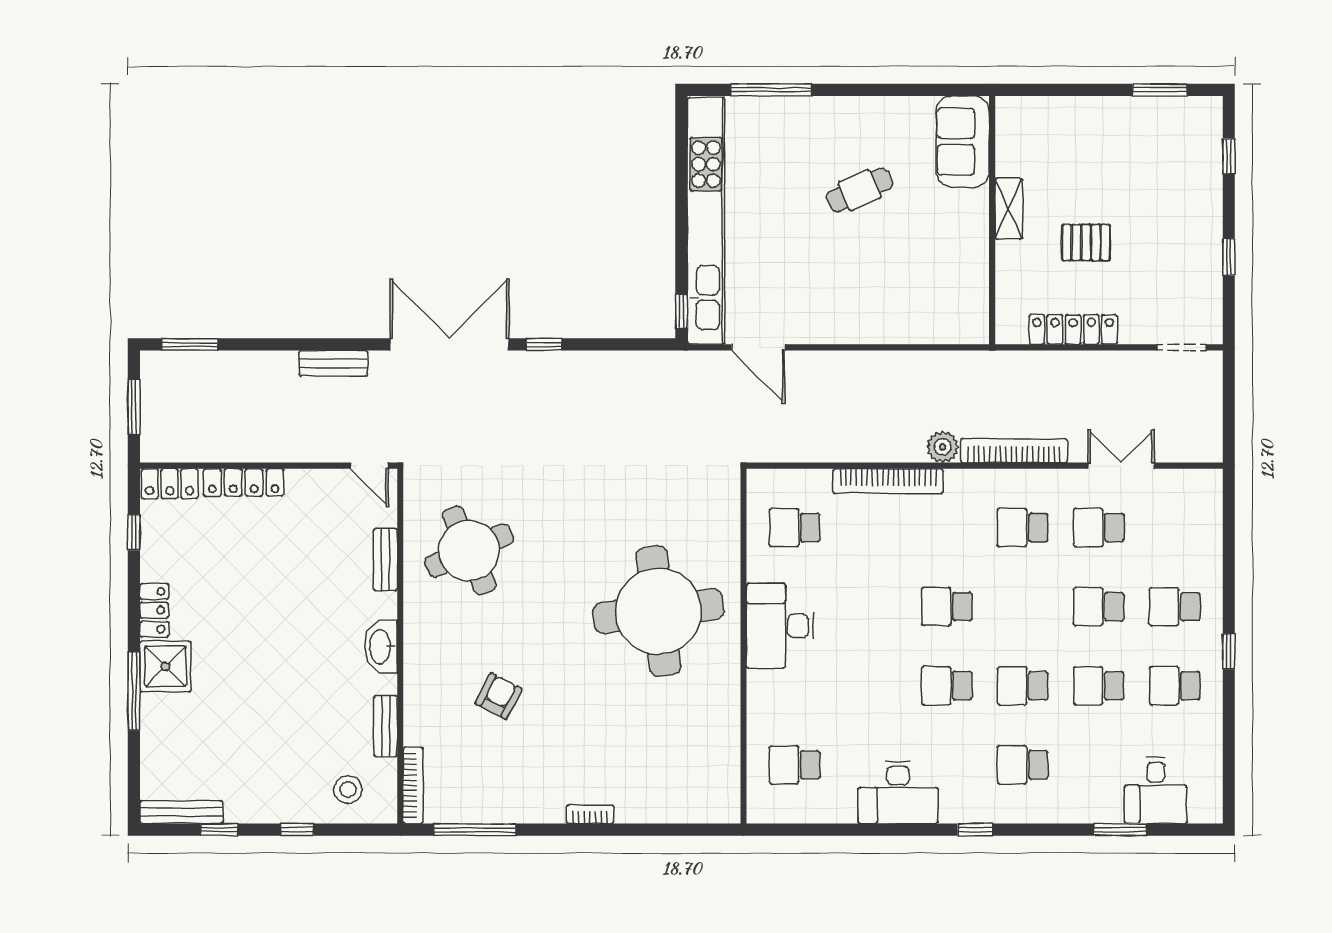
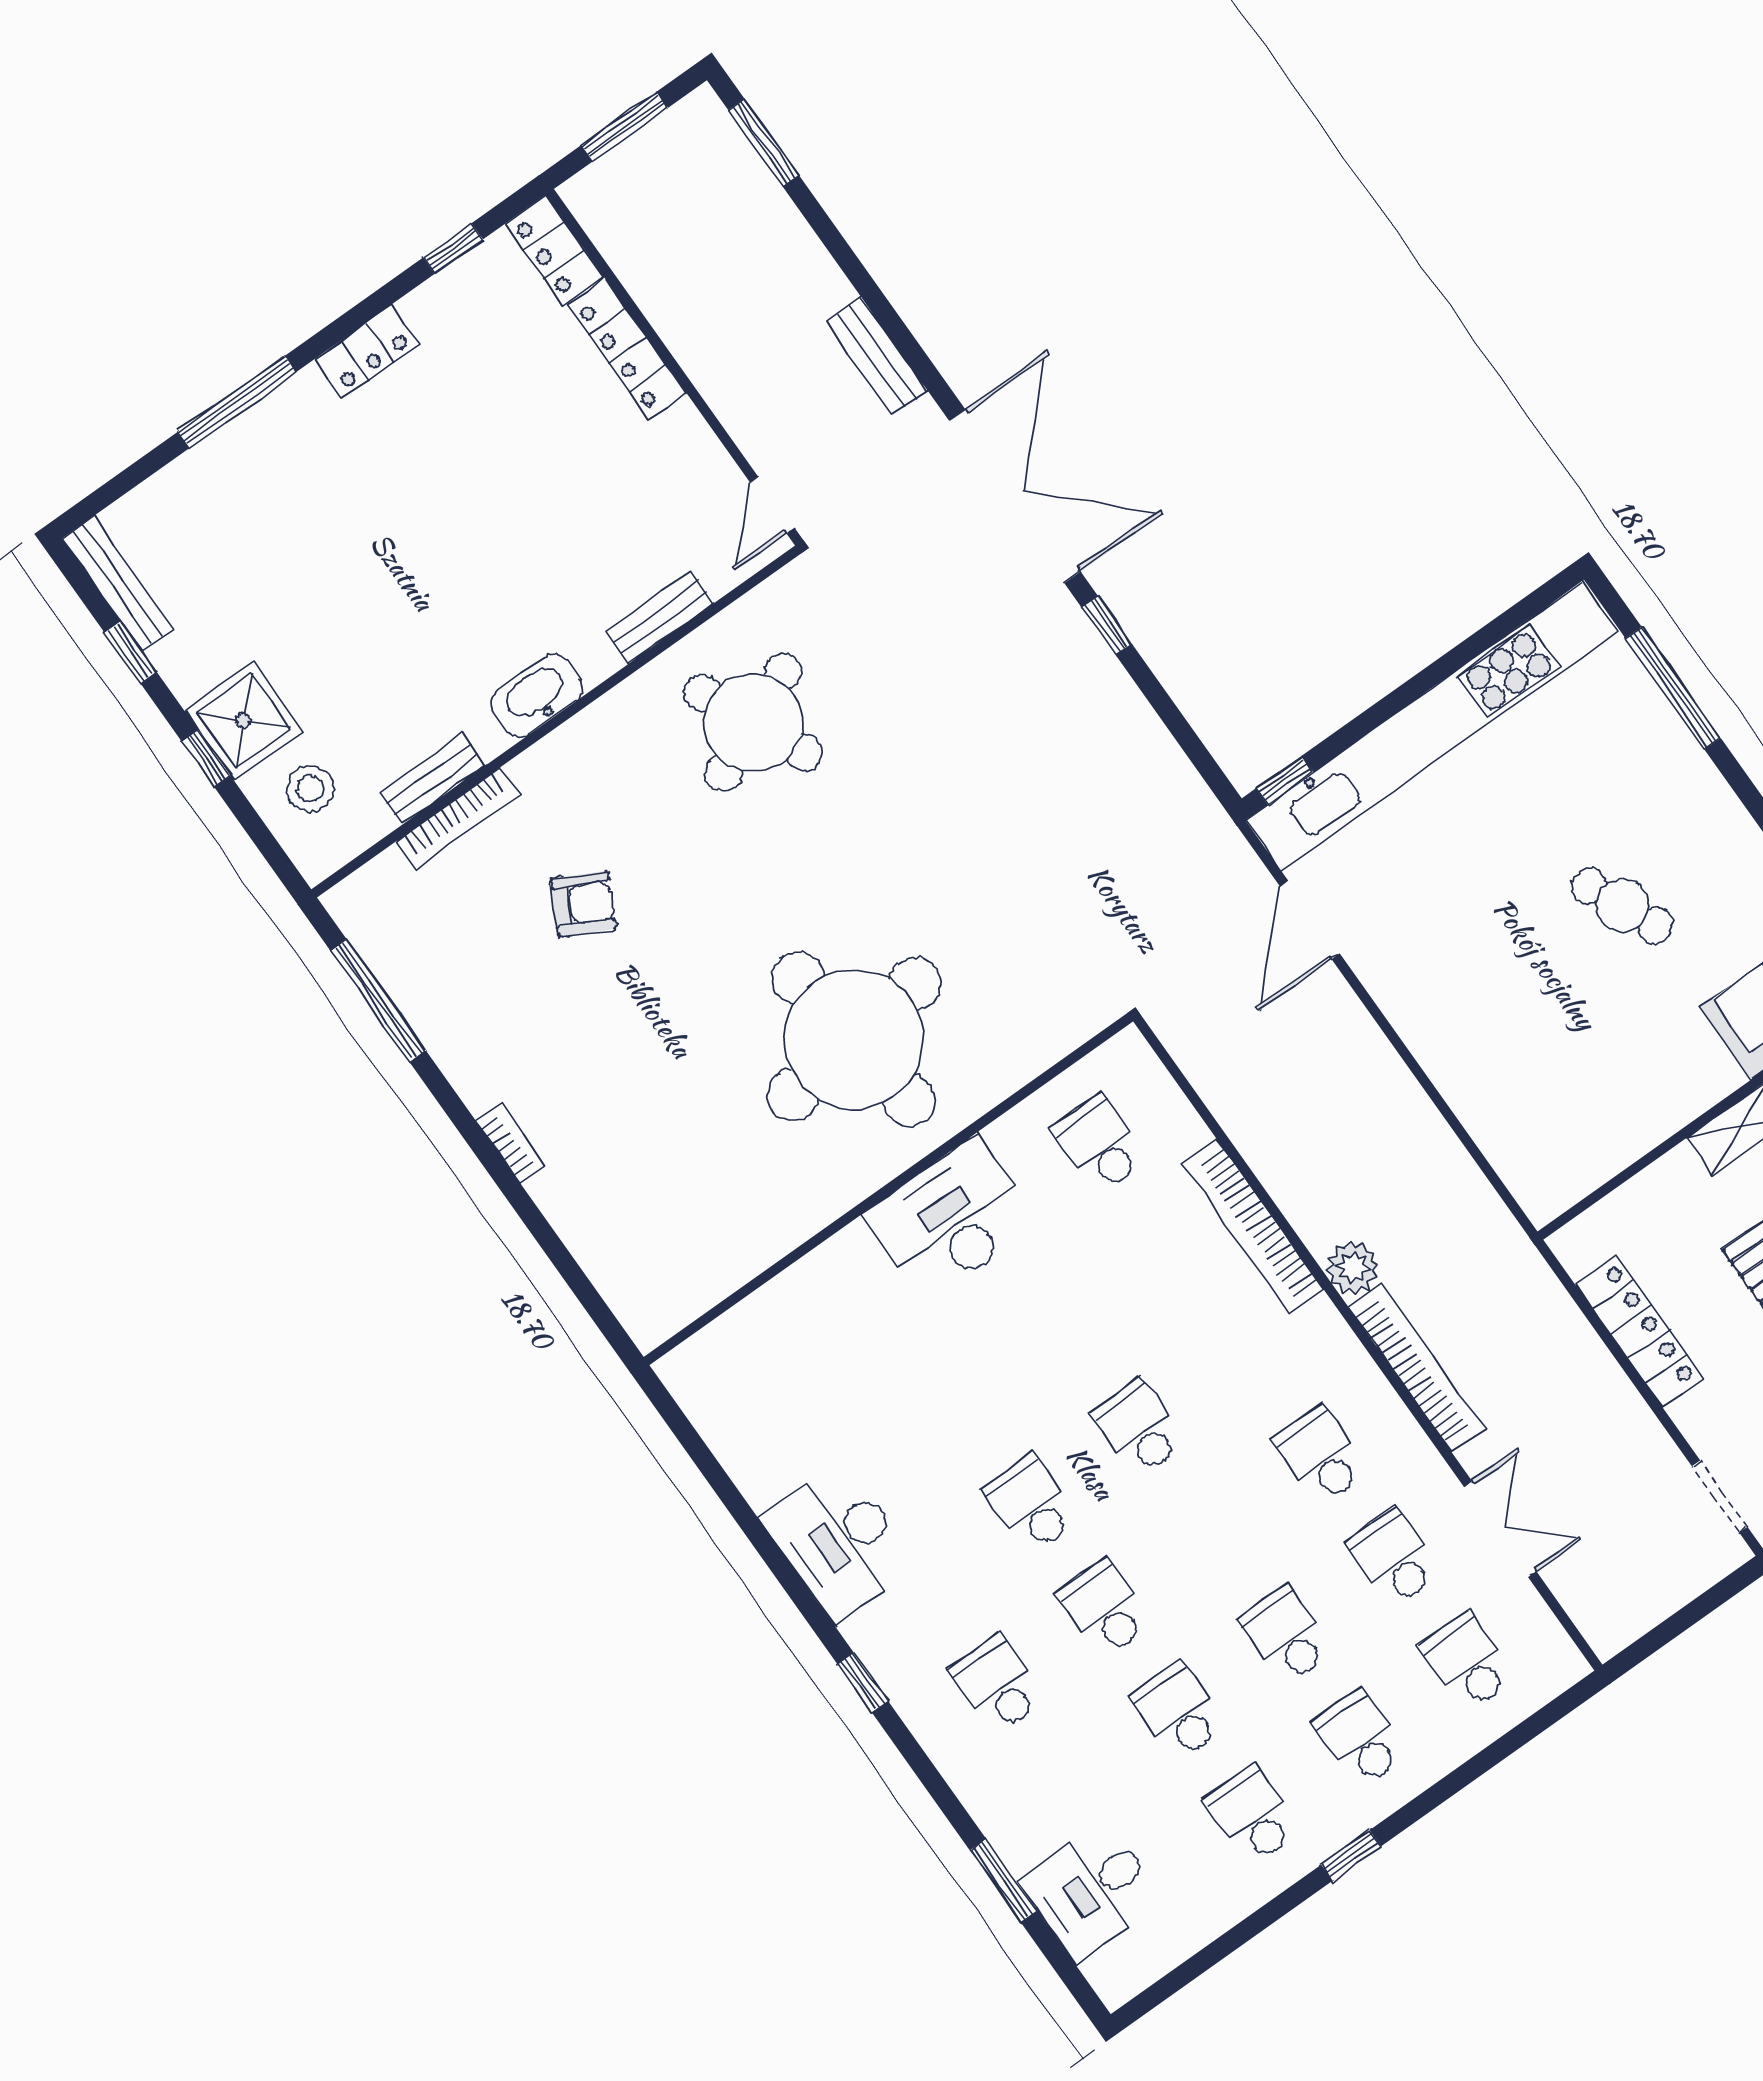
shower: (165, 666) -> (244, 721), moved
school desk: (795, 765) -> (1468, 1662), moved
bookcase: (413, 785) -> (458, 818), moved

